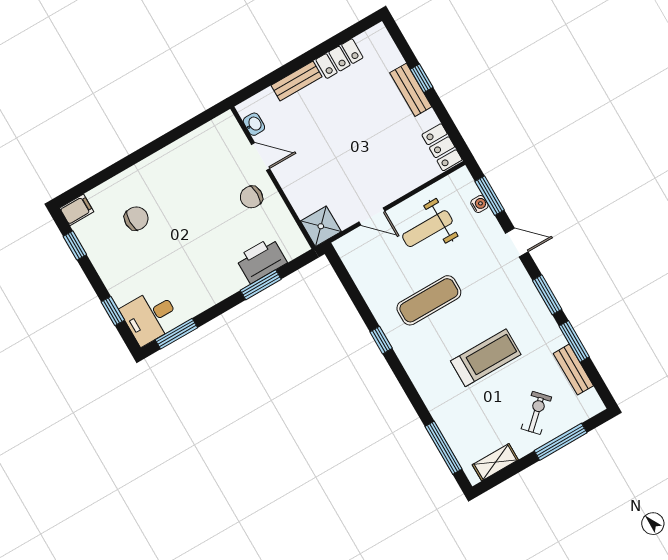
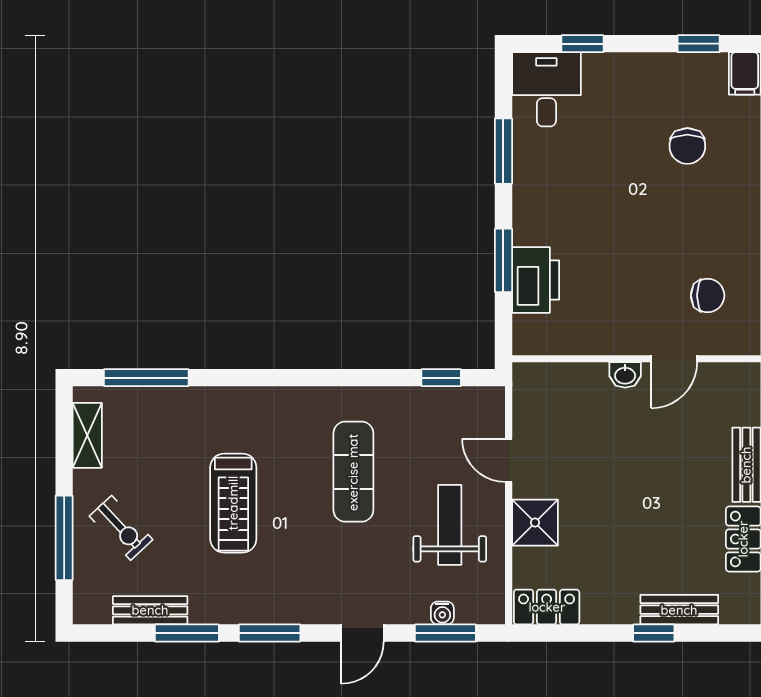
bench: (411, 90) -> (679, 610), moved
washbasin: (254, 124) -> (625, 375), moved
chair: (251, 197) -> (708, 295), moved, turned 90
door: (372, 217) -> (509, 460), hinge flipped
shower: (321, 226) -> (535, 523), moved
window: (176, 334) -> (503, 151), moved
window: (381, 340) -> (441, 378), moved

